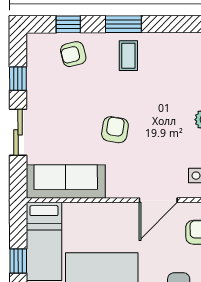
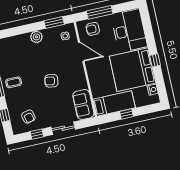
armchair: (73, 54) -> (28, 117), moved
sofa: (66, 182) -> (83, 105), width x0.73

